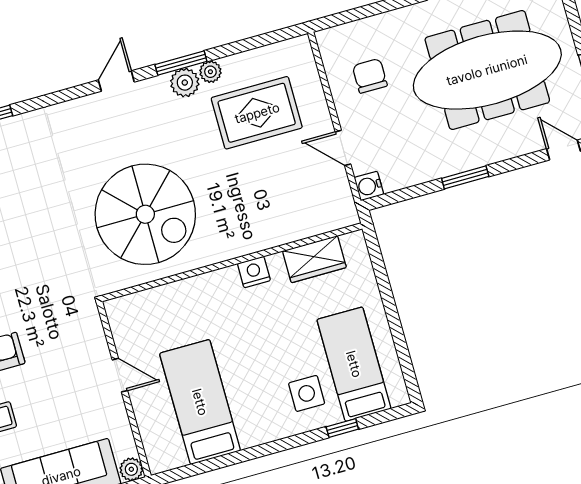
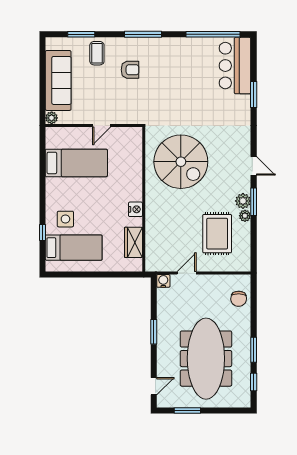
chair: (370, 76) -> (239, 299), moved, turned 92
spiral stairs: (145, 214) -> (181, 162), turned -90

